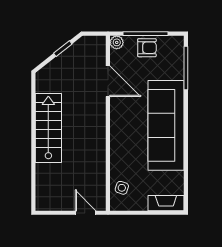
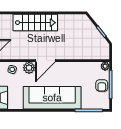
door: (108, 81) -> (45, 61), moved
stairs: (48, 128) -> (35, 23), moved
plant: (119, 161) -> (29, 68), added

